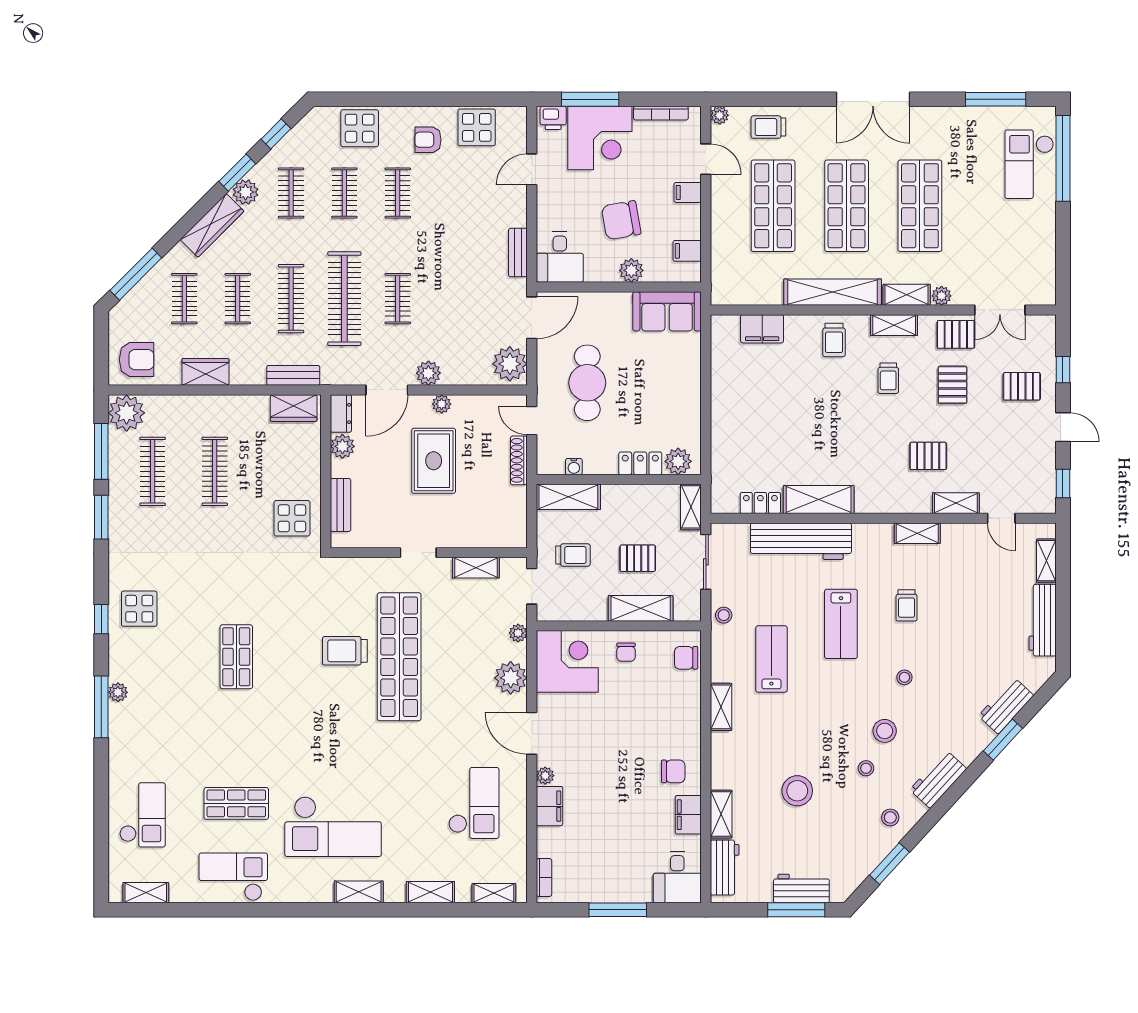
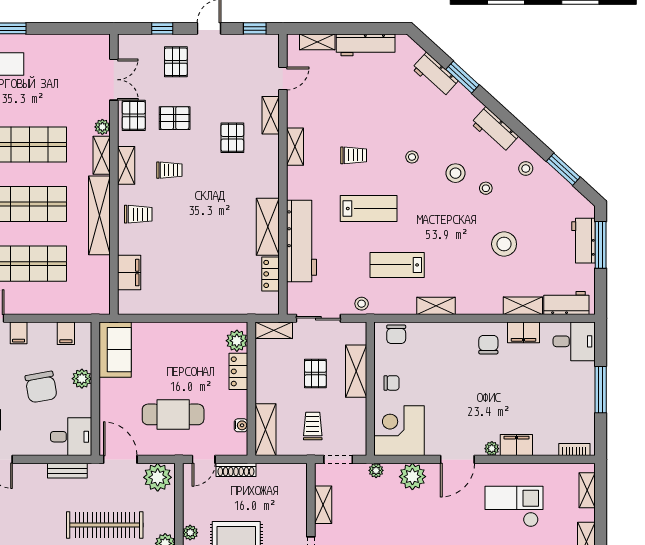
clothes rail: (451, 299) -> (105, 525), added

